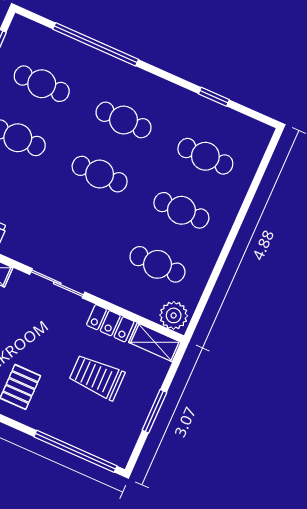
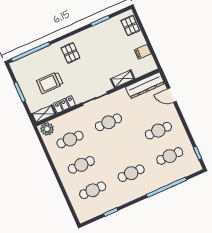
cafe table: (100, 174) -> (109, 122), moved
trolley: (97, 377) -> (50, 83), turned 180

